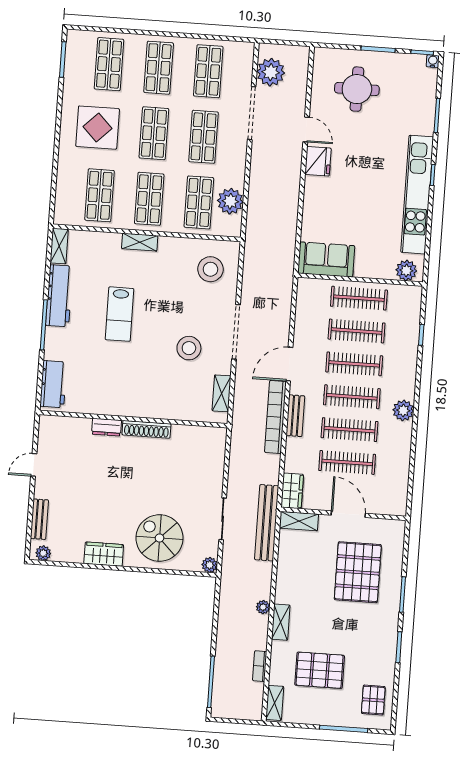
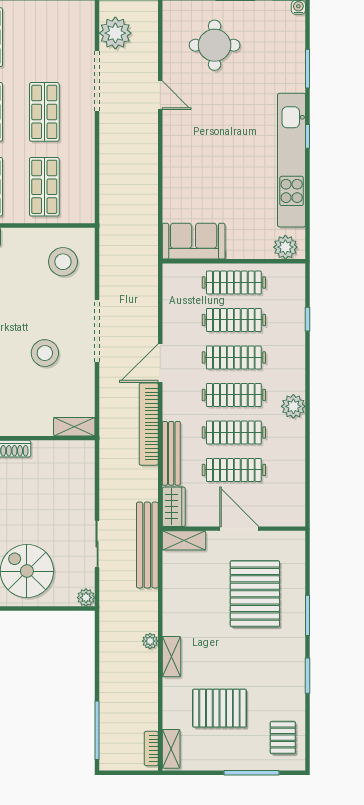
shop shelf: (208, 71) -> (44, 37), removed
fridge: (318, 161) -> (176, 130), removed
plant: (230, 201) -> (80, 183), removed
shelving: (222, 393) -> (74, 427), moved, turned 90
bench: (295, 416) -> (171, 453), moved, width x1.36
bookcase: (260, 666) -> (151, 749), moved

